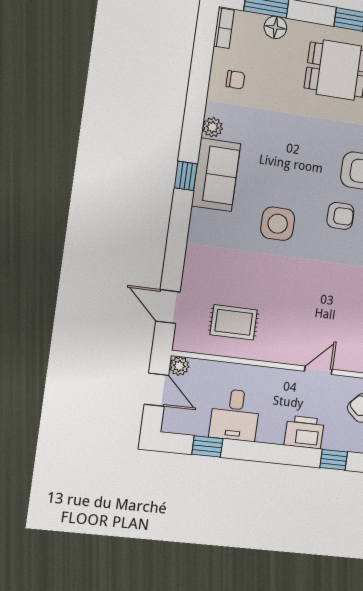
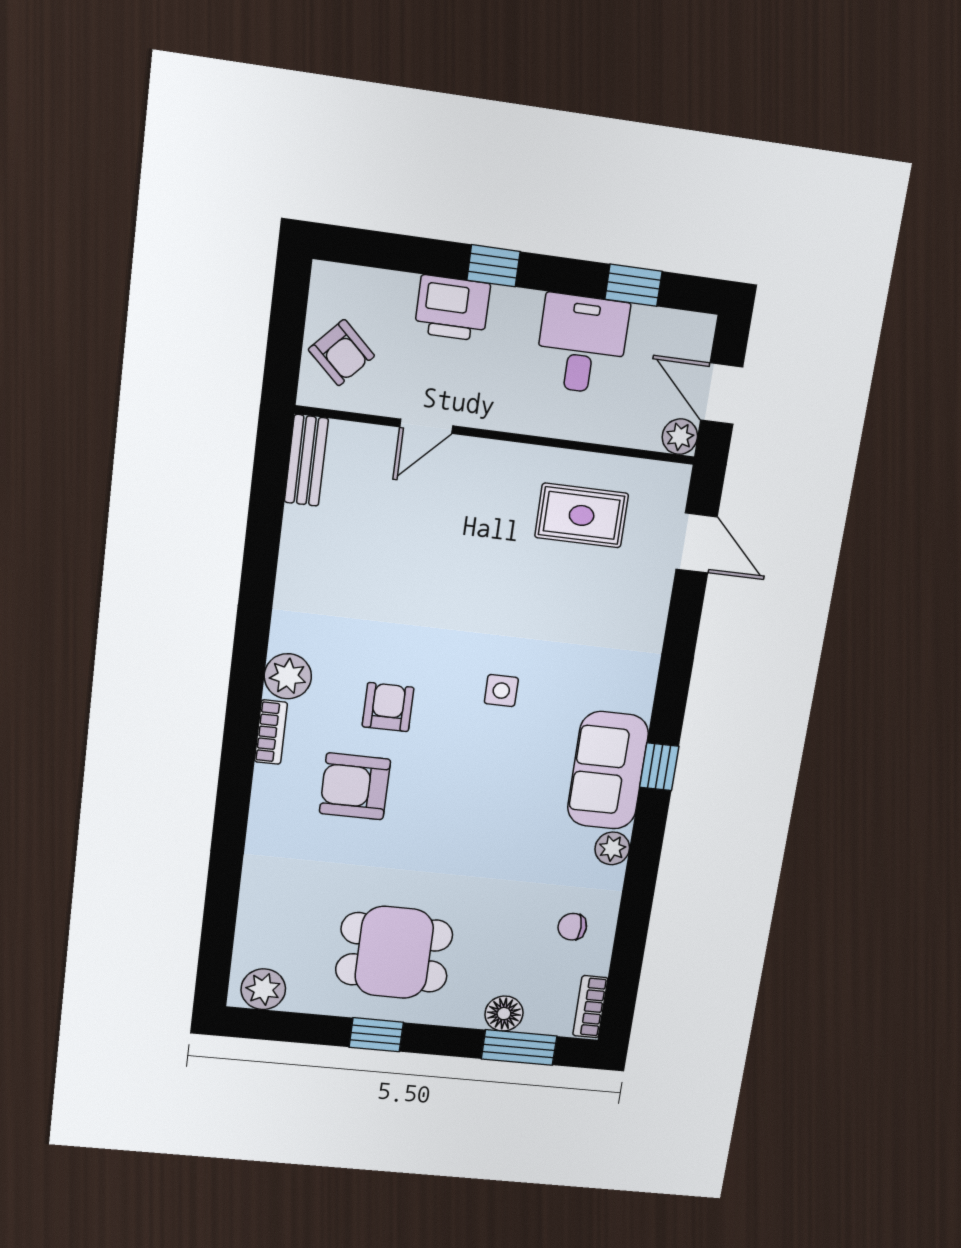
armchair: (340, 216) -> (388, 707), turned 90
side table: (278, 224) -> (501, 691), width x0.54, depth x0.54
window: (334, 460) -> (493, 266), moved

